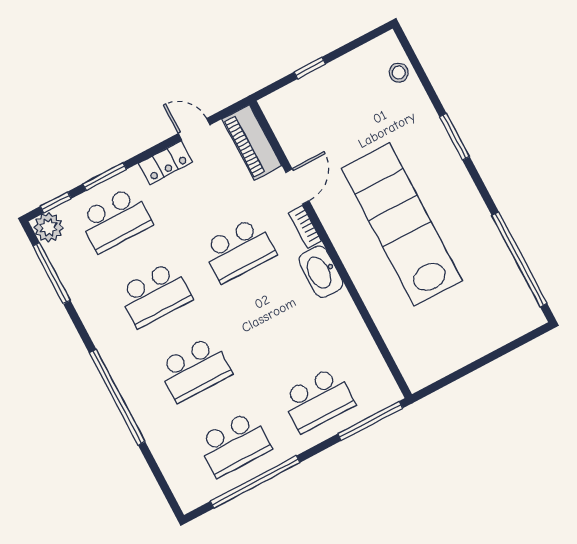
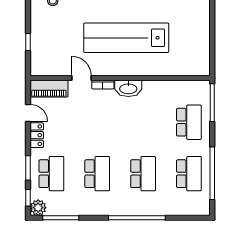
door: (194, 129) -> (28, 113), swing flipped
school desk: (239, 250) -> (97, 122), removed

